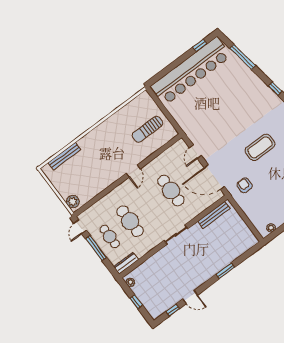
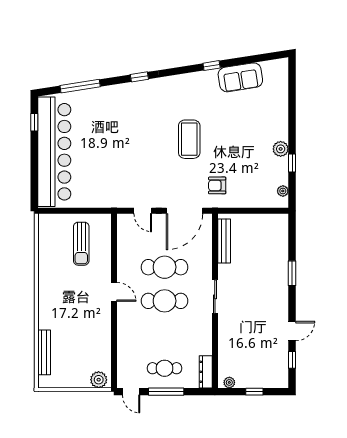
cafe table: (130, 221) -> (165, 301), moved

